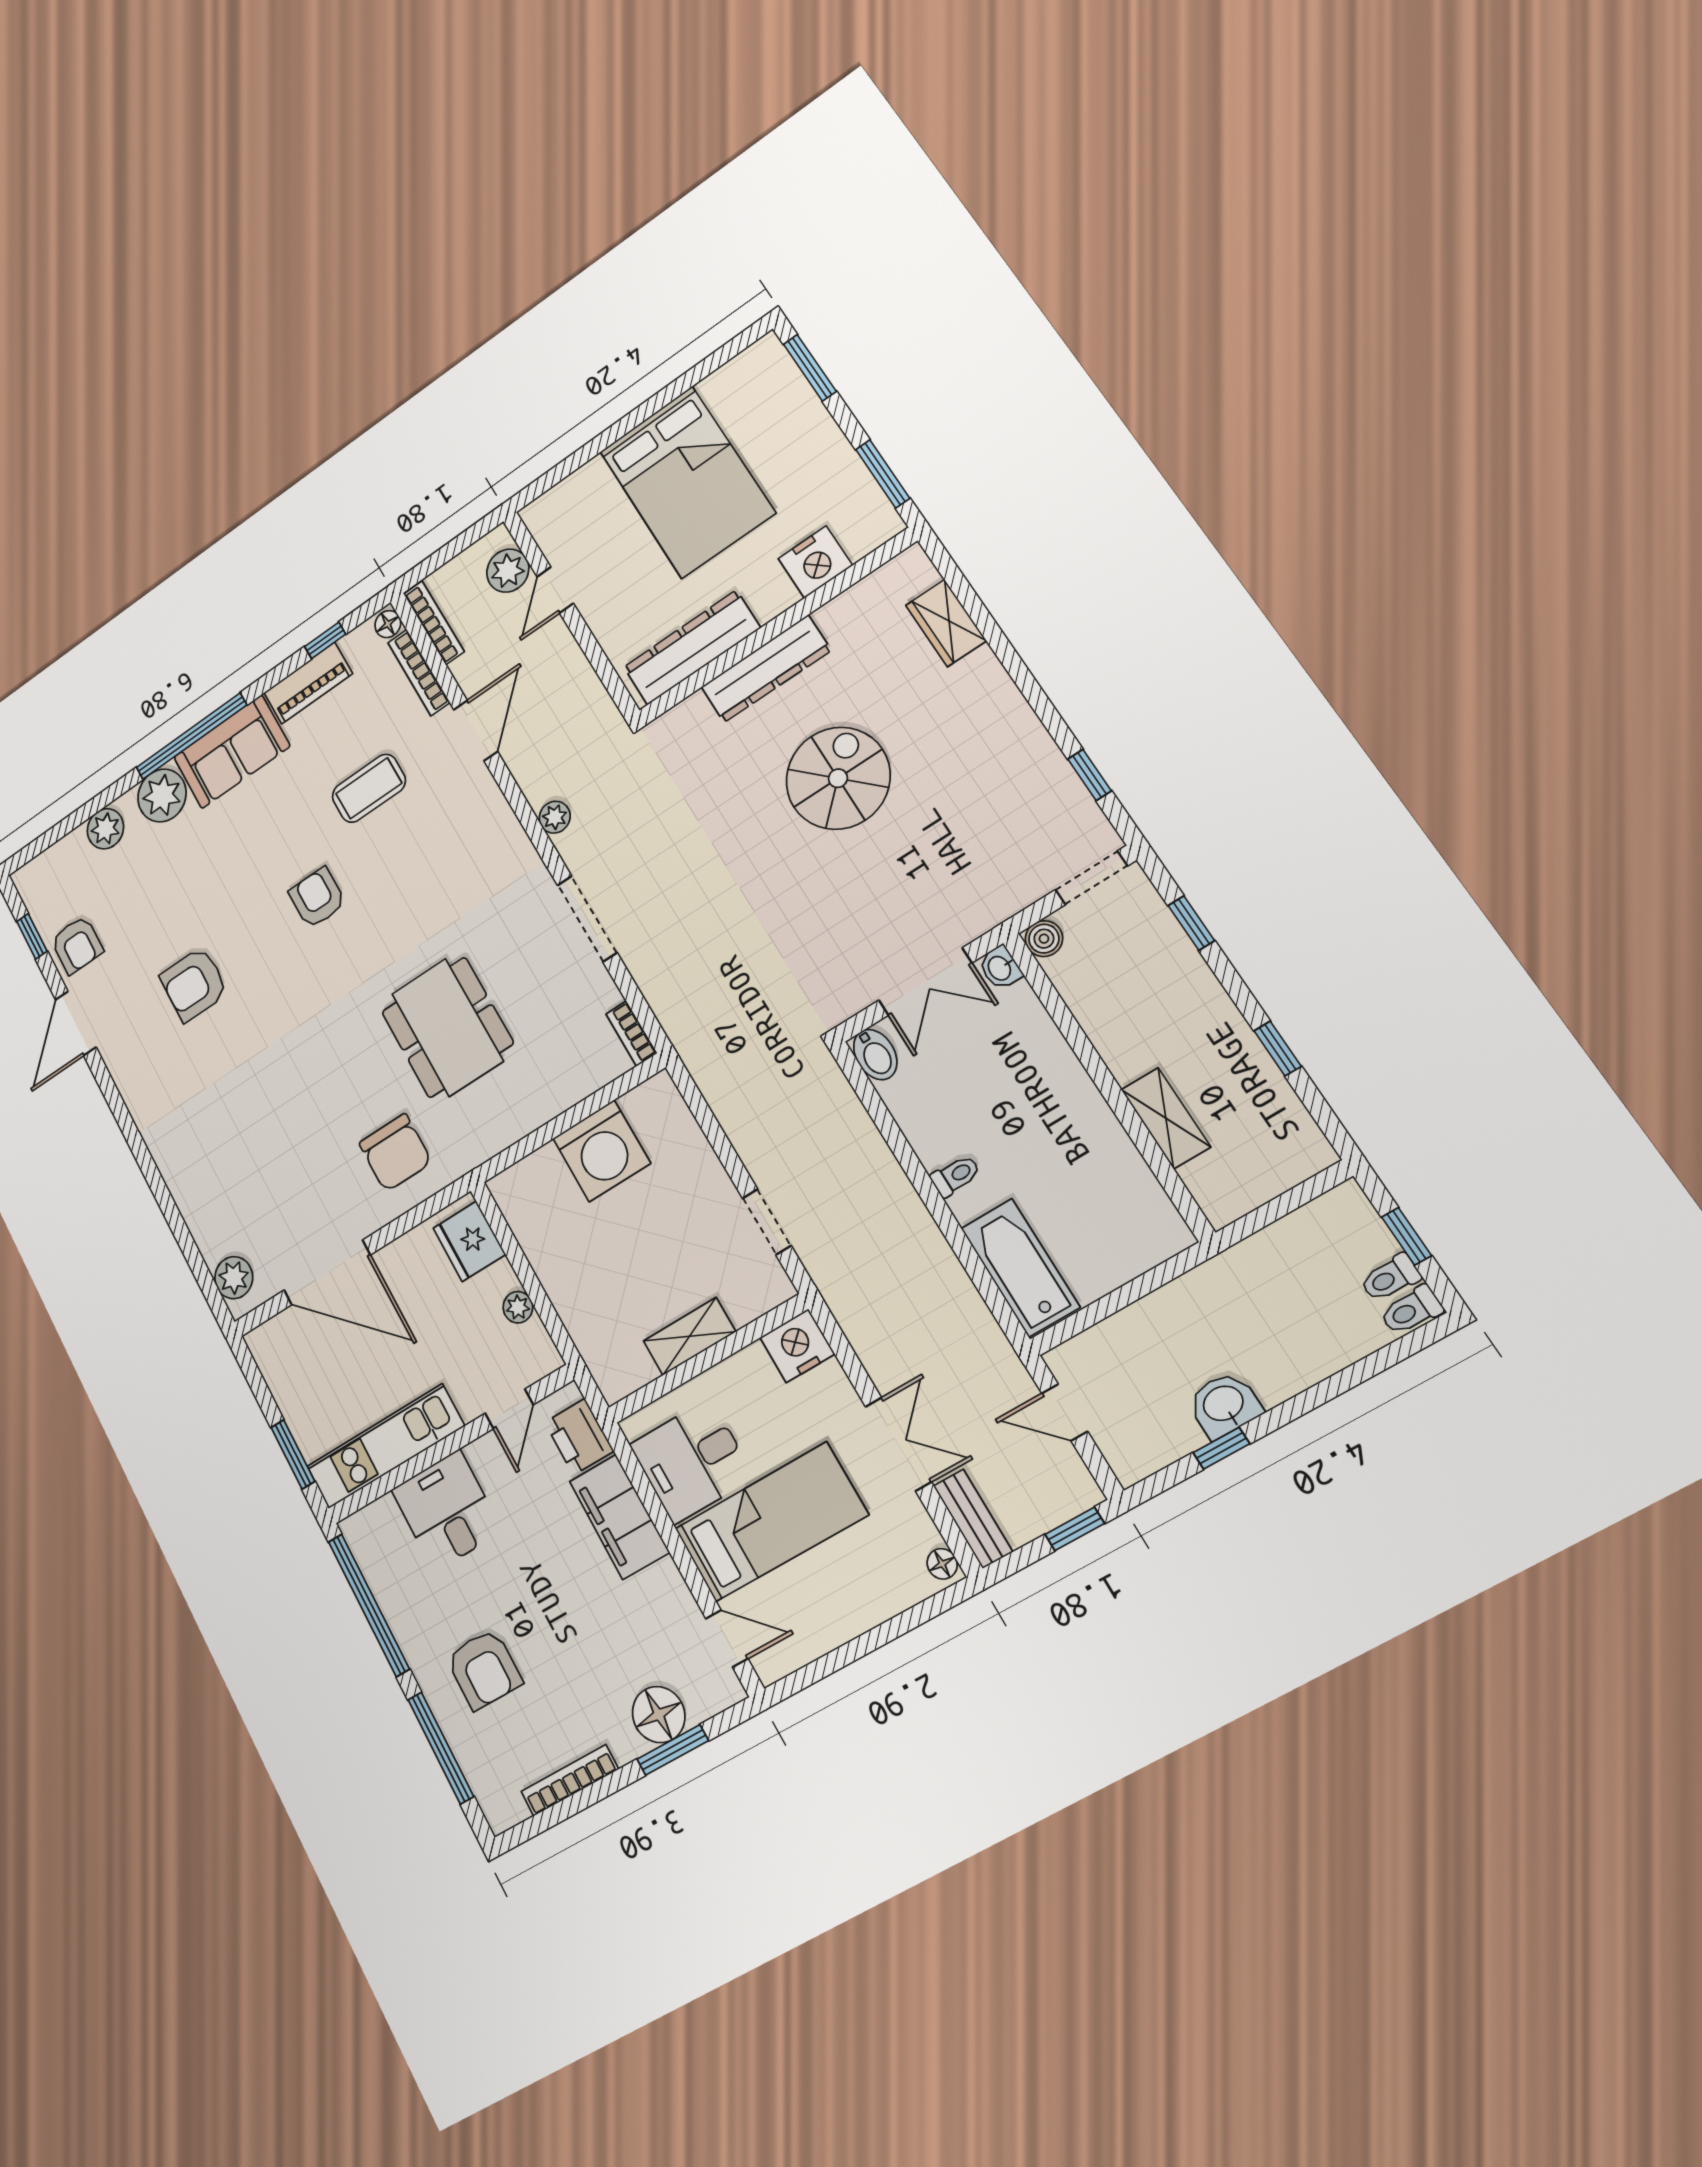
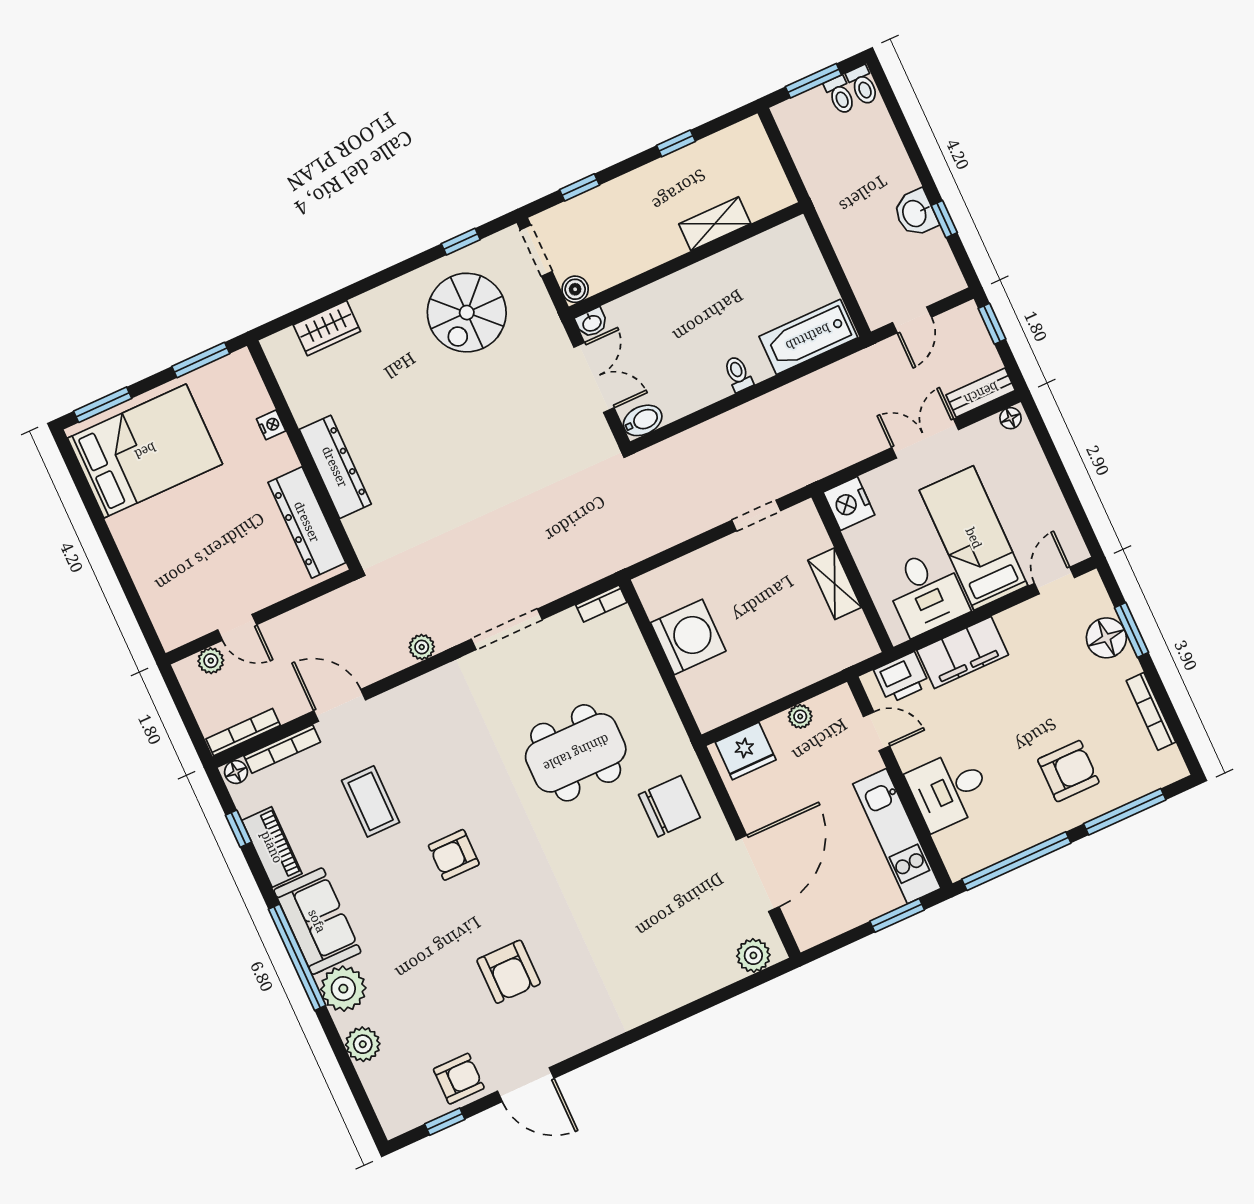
bed: (687, 482) -> (145, 451), moved
nightstand: (815, 562) -> (271, 425), width x0.53, depth x0.56
plant: (508, 571) -> (211, 661), width x0.73, depth x0.73
spiral stairs: (838, 778) -> (467, 313), moved, turned -90
window: (1407, 1236) -> (813, 81), width x1.50

